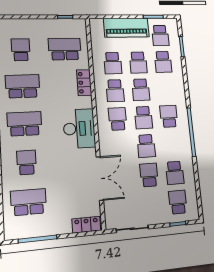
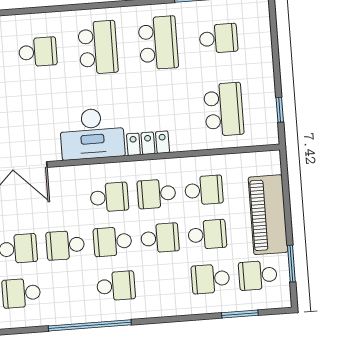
school desk: (138, 62) -> (207, 235), turned 180
school desk: (113, 63) -> (204, 190), turned 180
locker: (84, 83) -> (148, 143), moved
school desk: (141, 90) -> (160, 238), turned 180

